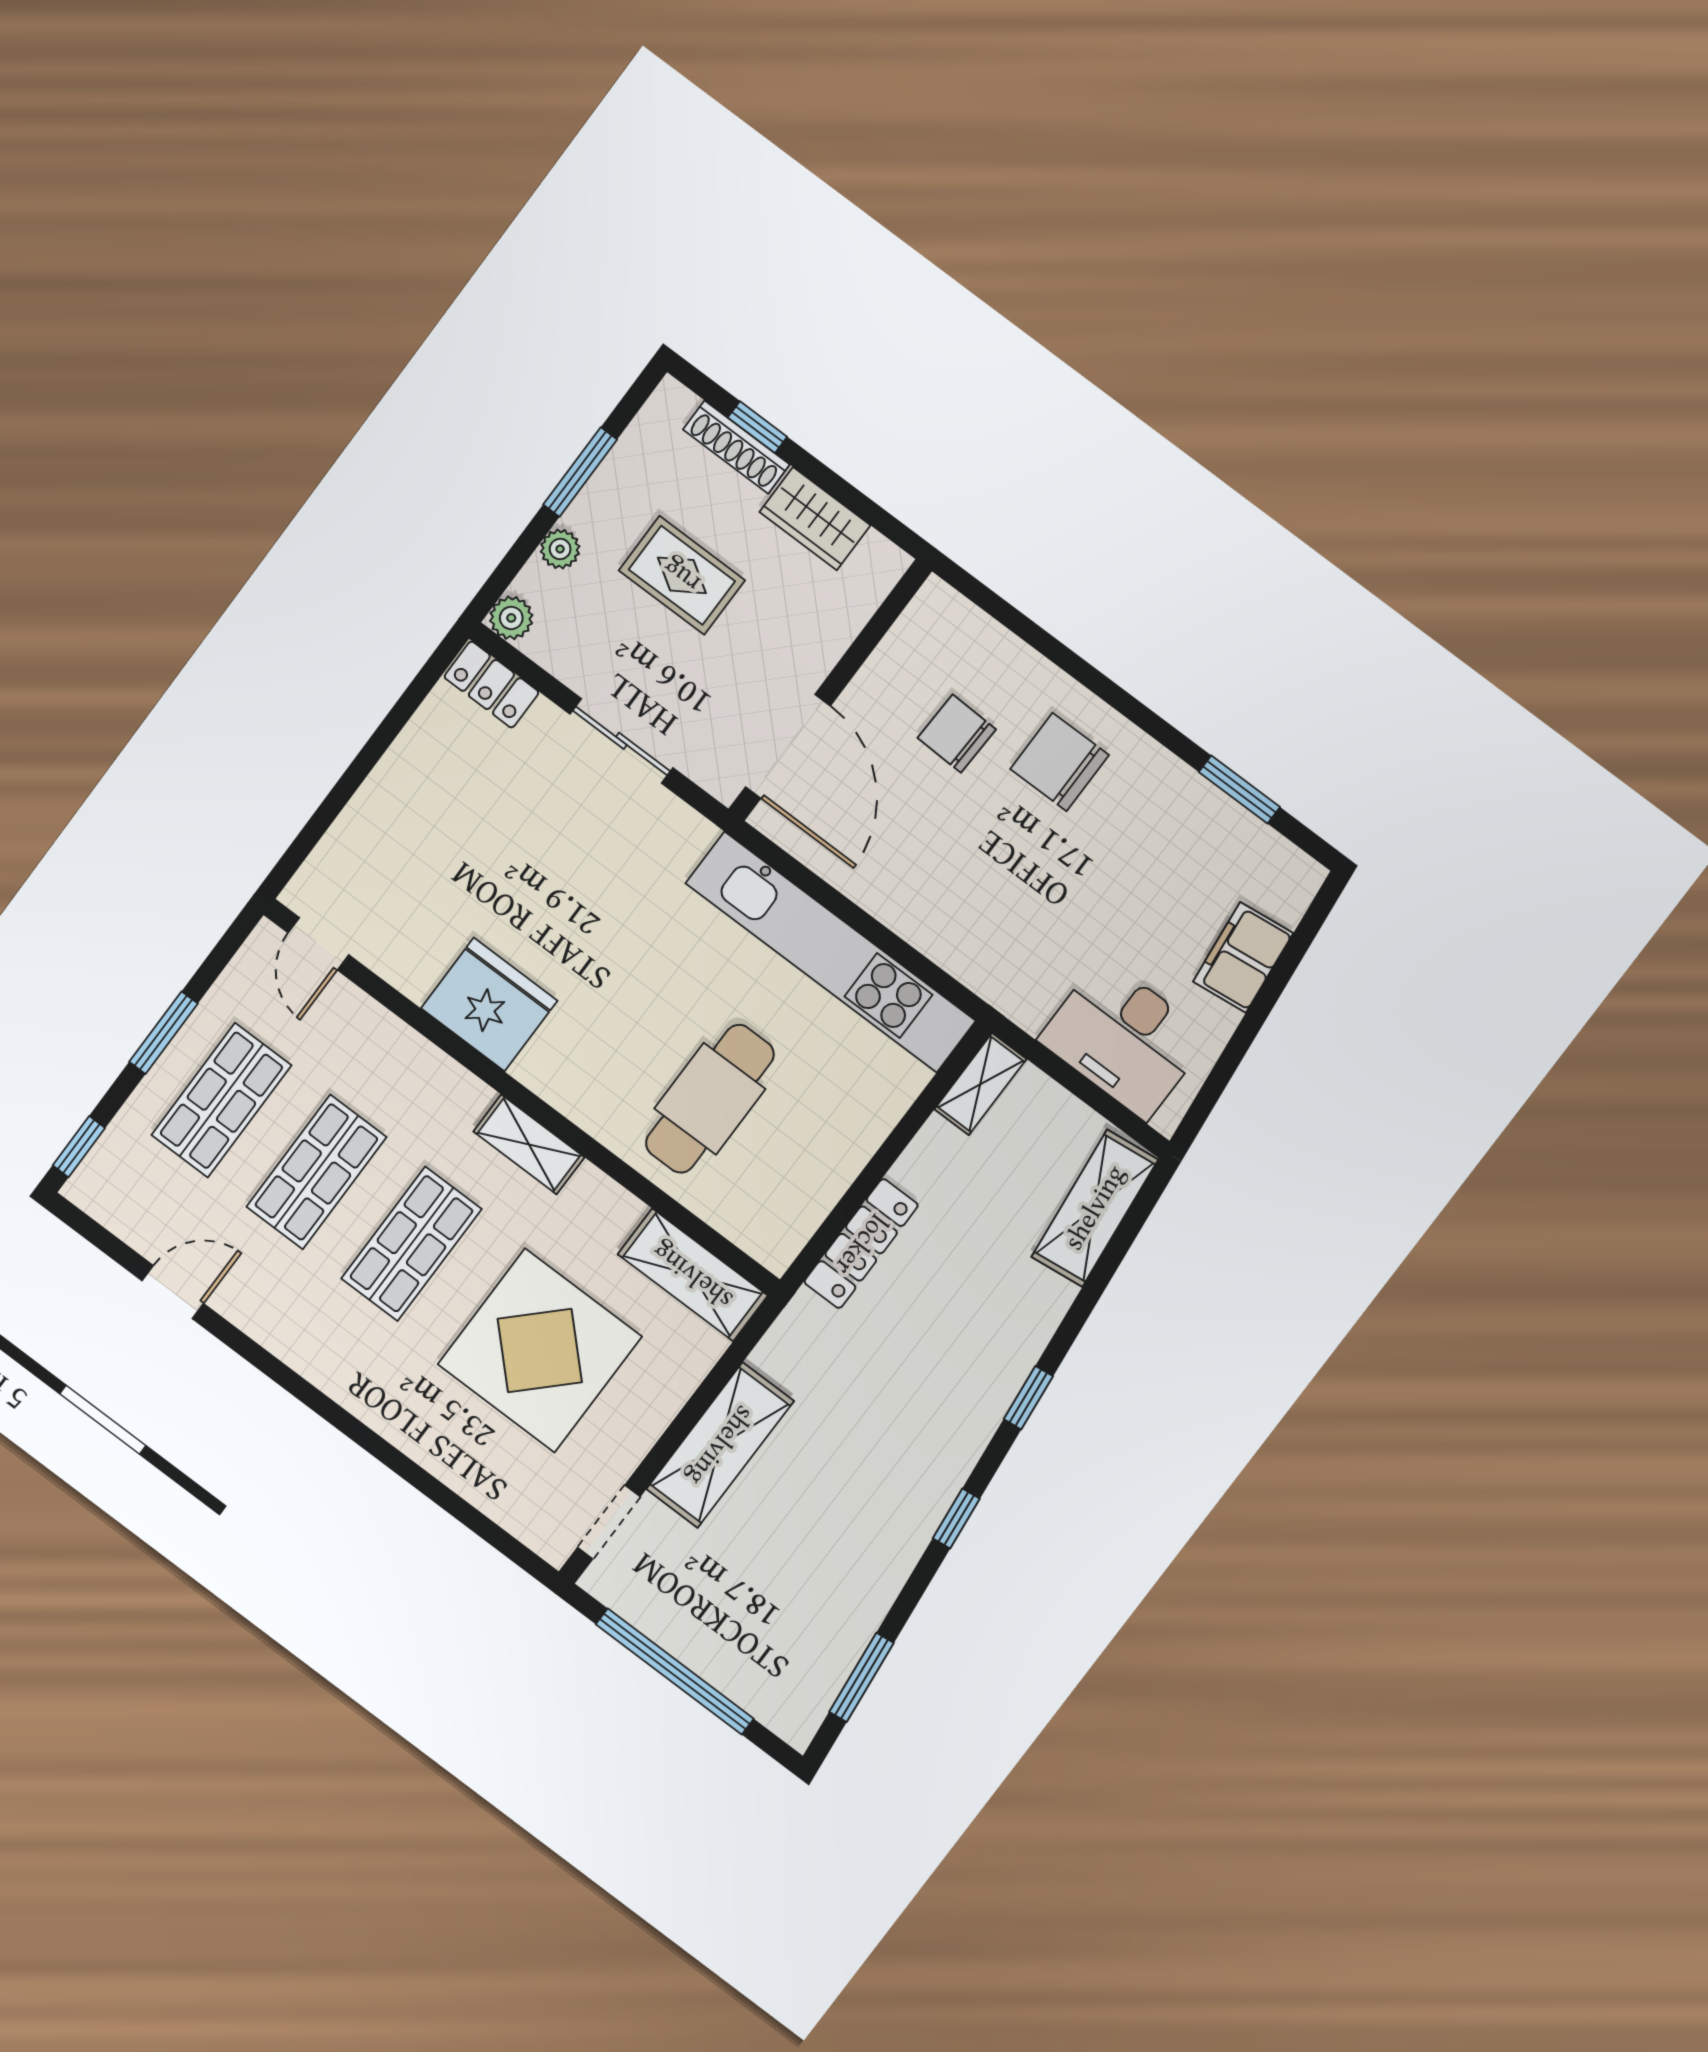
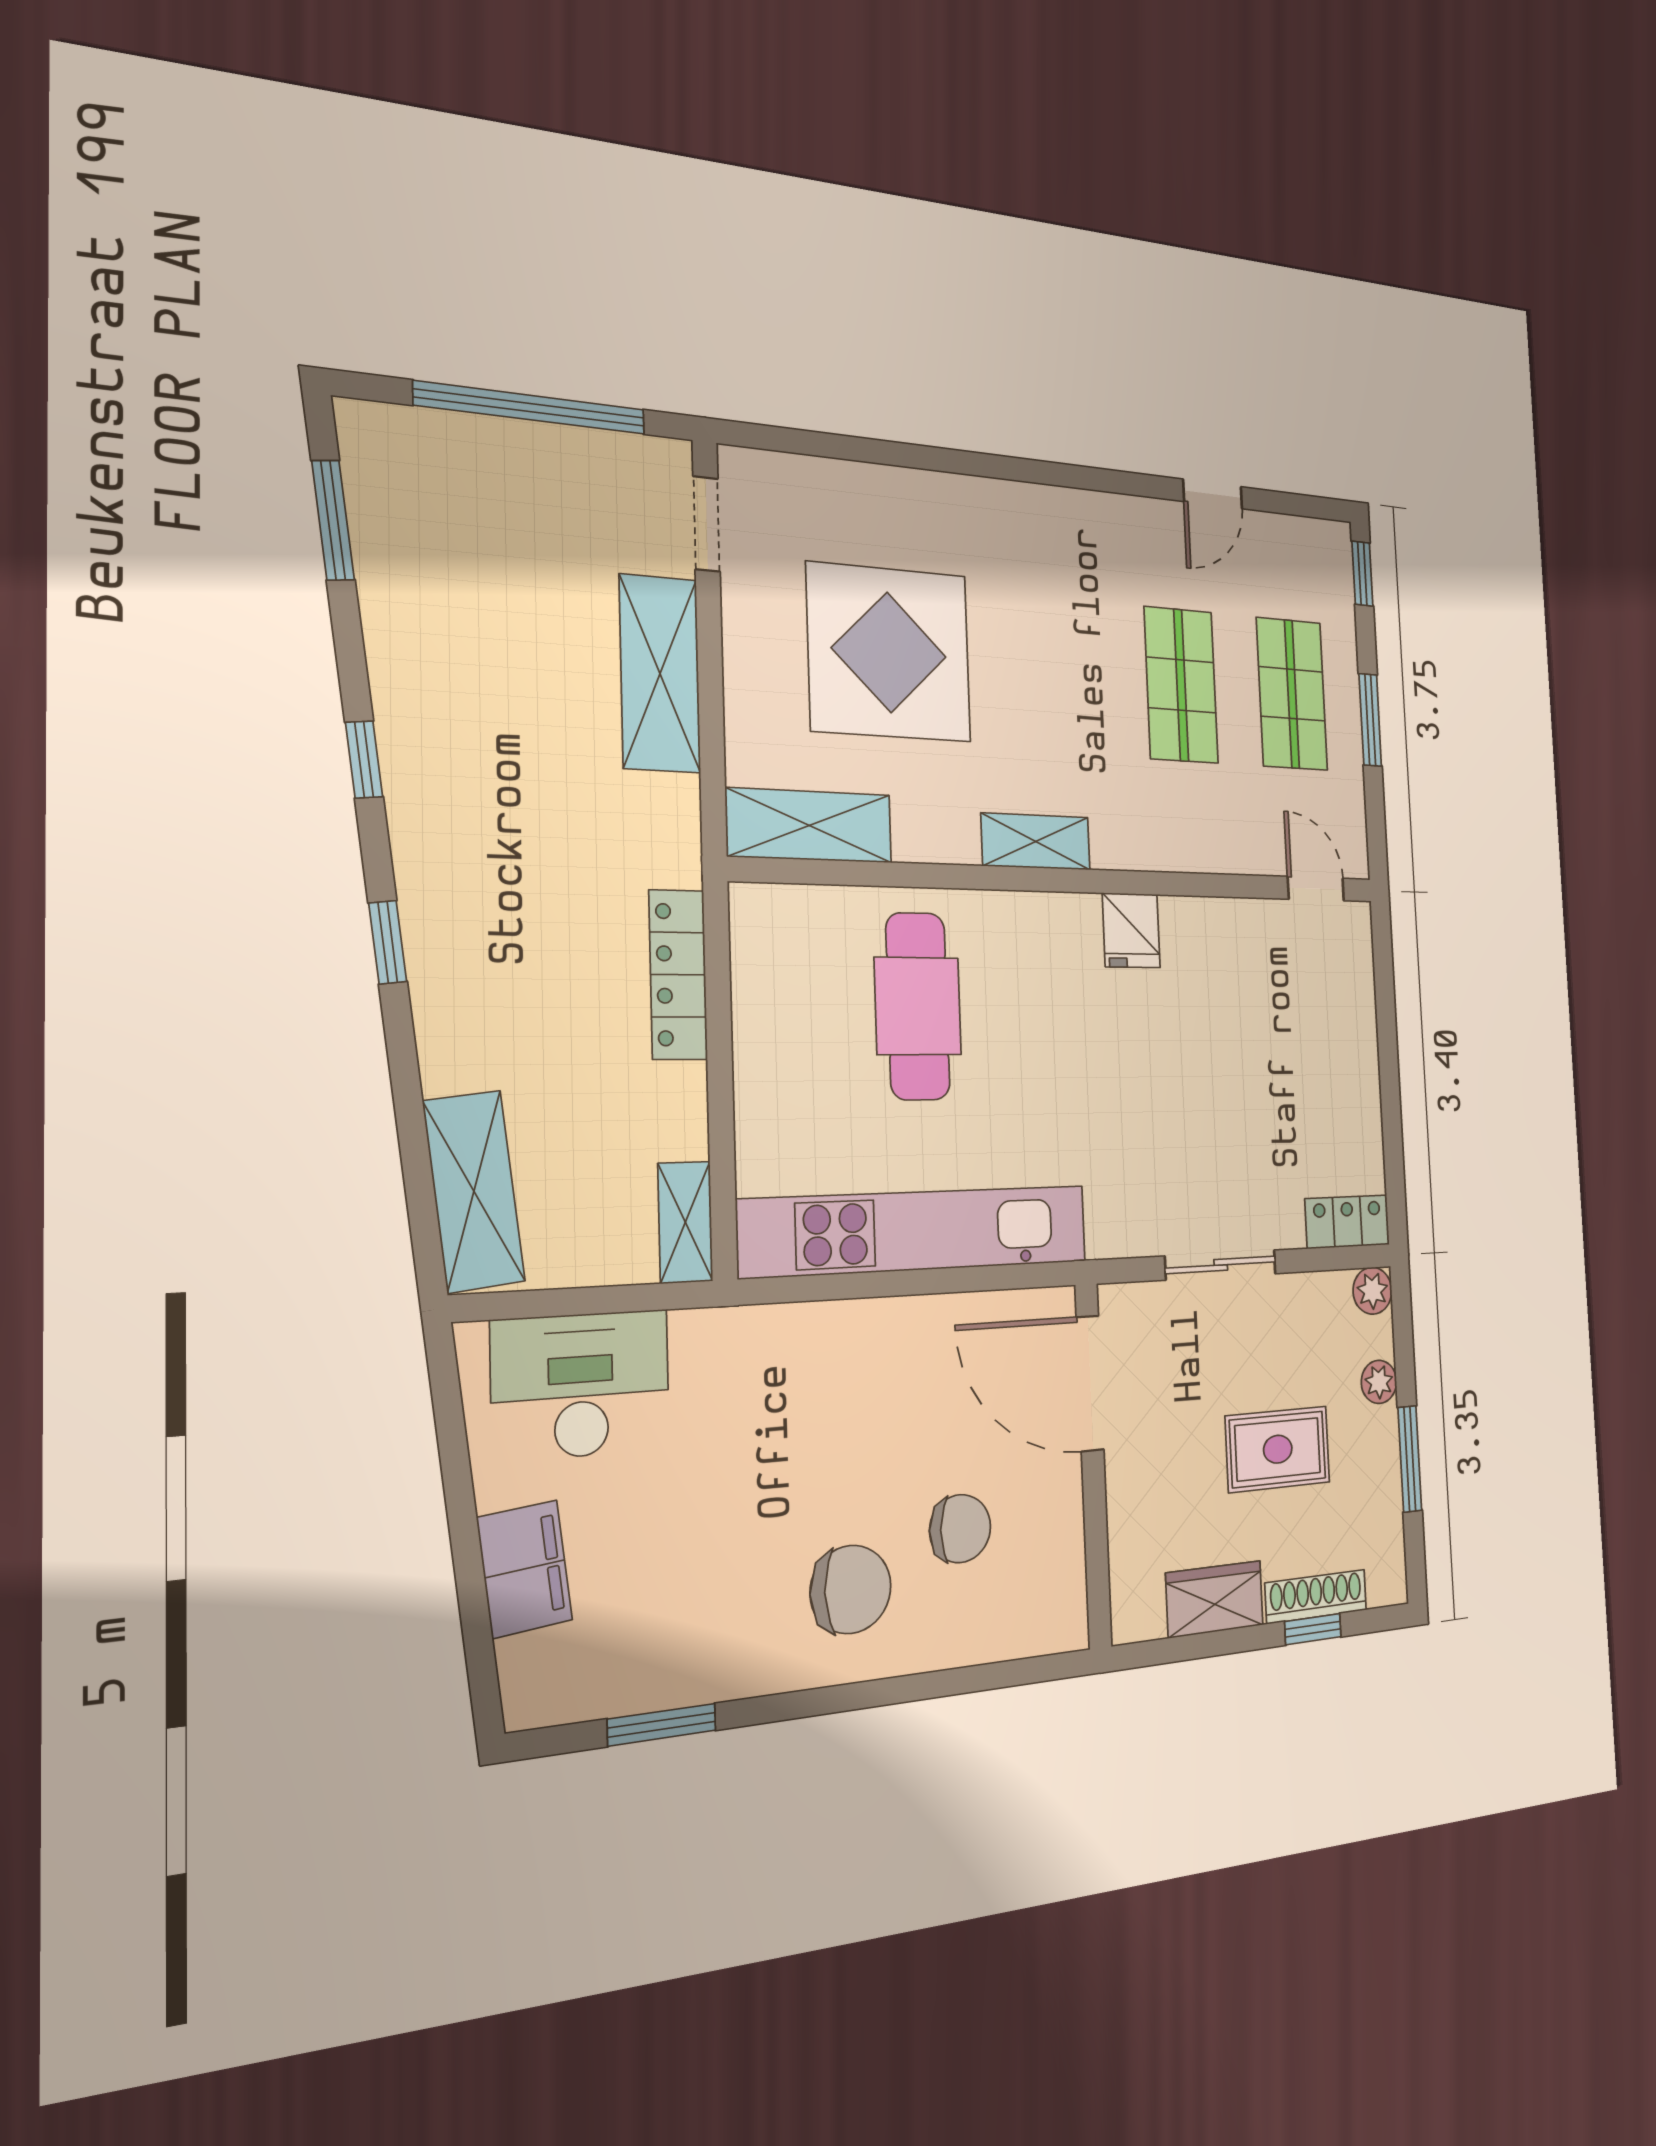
fridge: (489, 1004) -> (1131, 930), width x0.53, depth x0.75
shop shelf: (411, 1244) -> (1064, 676), removed

